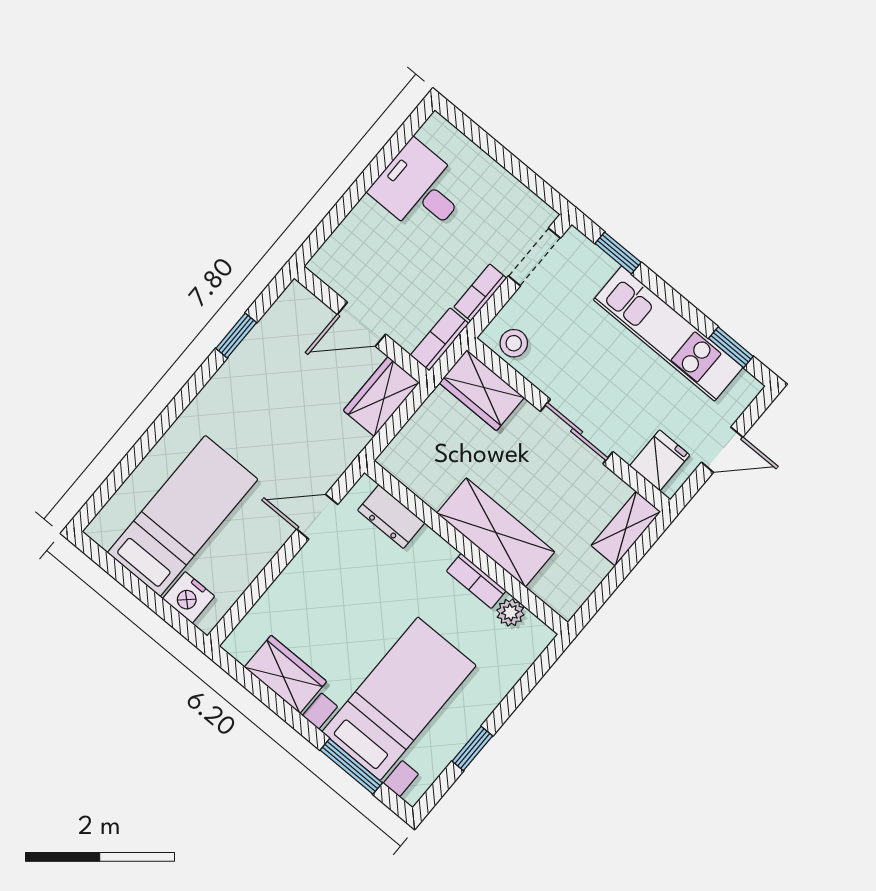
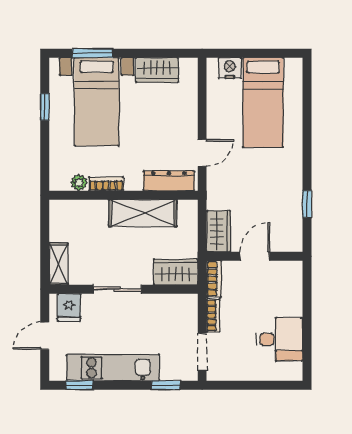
stool: (514, 343) -> (179, 305), removed
dresser: (391, 517) -> (169, 181), width x1.44
shelving: (496, 532) -> (143, 213), moved

